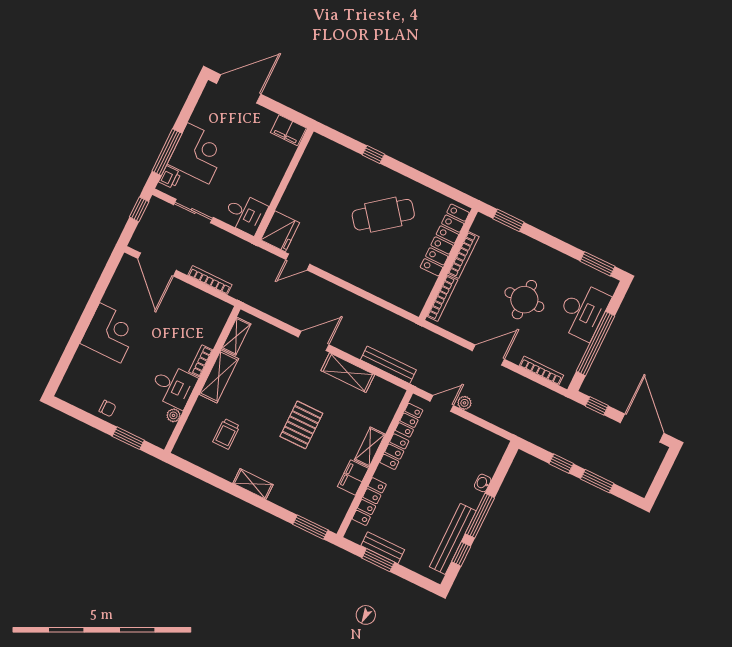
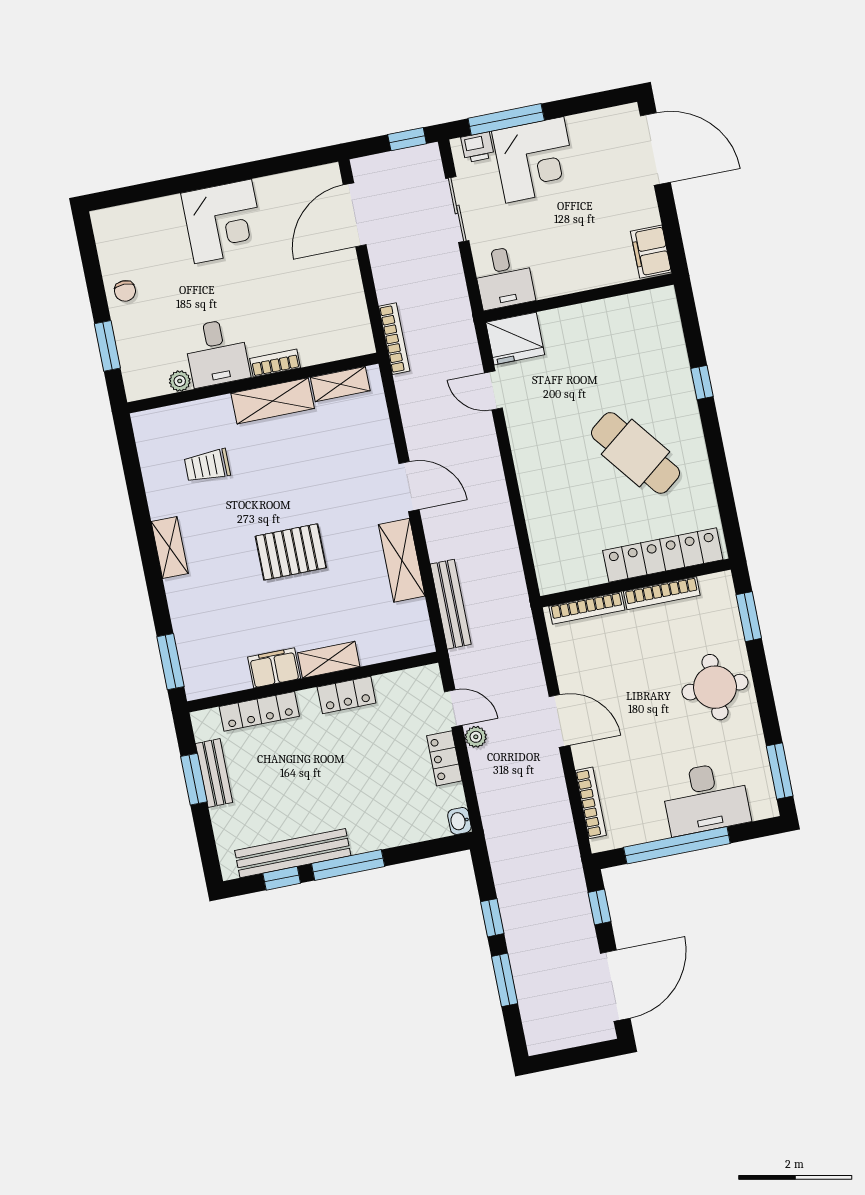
bookcase: (210, 280) -> (394, 339), moved
round table: (524, 300) -> (715, 687), moved
locker: (409, 420) -> (444, 758), moved, turned 90
washbasin: (483, 483) -> (459, 821), moved, turned -90

